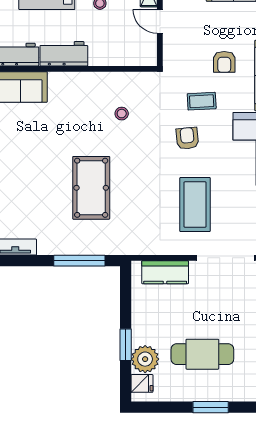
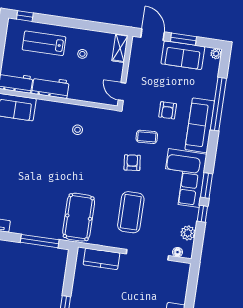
door: (160, 21) -> (122, 92), moved
stool: (122, 114) -> (78, 130), moved
pool table: (91, 188) -> (79, 217), moved

